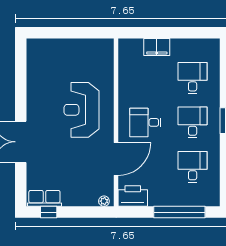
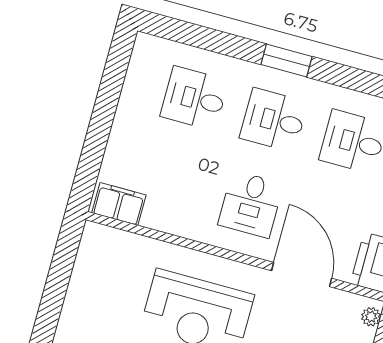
filing cabinet: (157, 47) -> (119, 204), moved, turned -90

